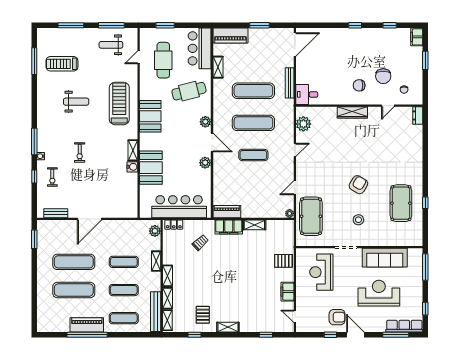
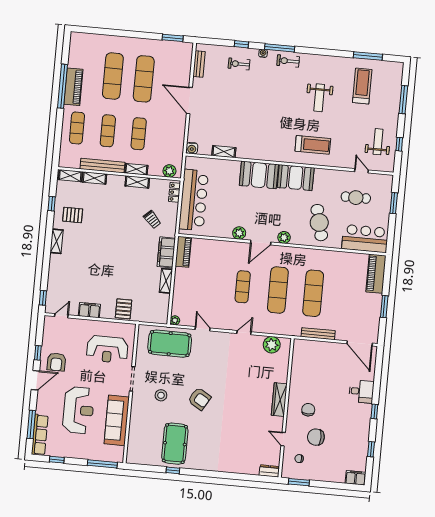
window: (111, 25) -> (399, 144), width x0.46
cafe table: (163, 60) -> (356, 198), width x0.73, depth x0.74
window: (425, 60) -> (299, 482), moved
shelving: (218, 67) -> (343, 257), removed
desk: (307, 94) -> (361, 391), moved, turned 90
treadmill: (119, 103) -> (313, 145), width x0.73, depth x0.73
shelving: (133, 150) -> (224, 152), moved
door: (295, 150) -> (244, 333), swing flipped
exercise bike: (80, 152) -> (288, 61), moved
water cooler: (132, 167) -> (192, 148), moved
booth: (151, 168) -> (259, 175), moved
pool table: (401, 203) -> (175, 444), turned 90
reception desk: (321, 272) -> (107, 349), turned 180
shelving: (168, 276) -> (137, 182), moved
bench: (156, 312) -> (102, 166), moved
window: (266, 335) -> (43, 298), moved

